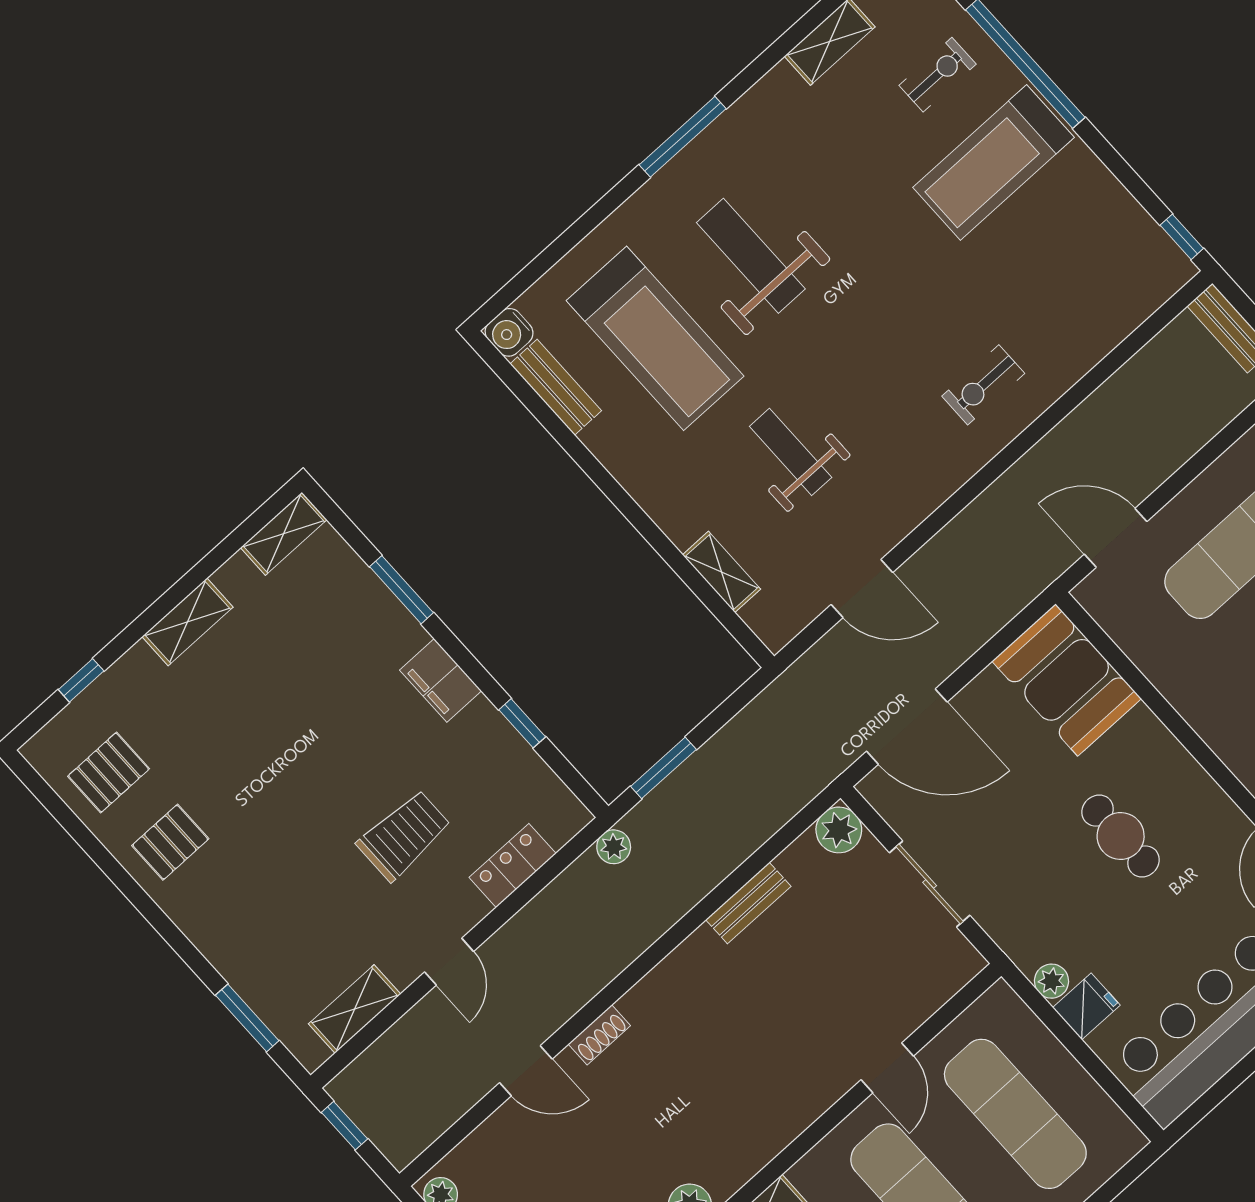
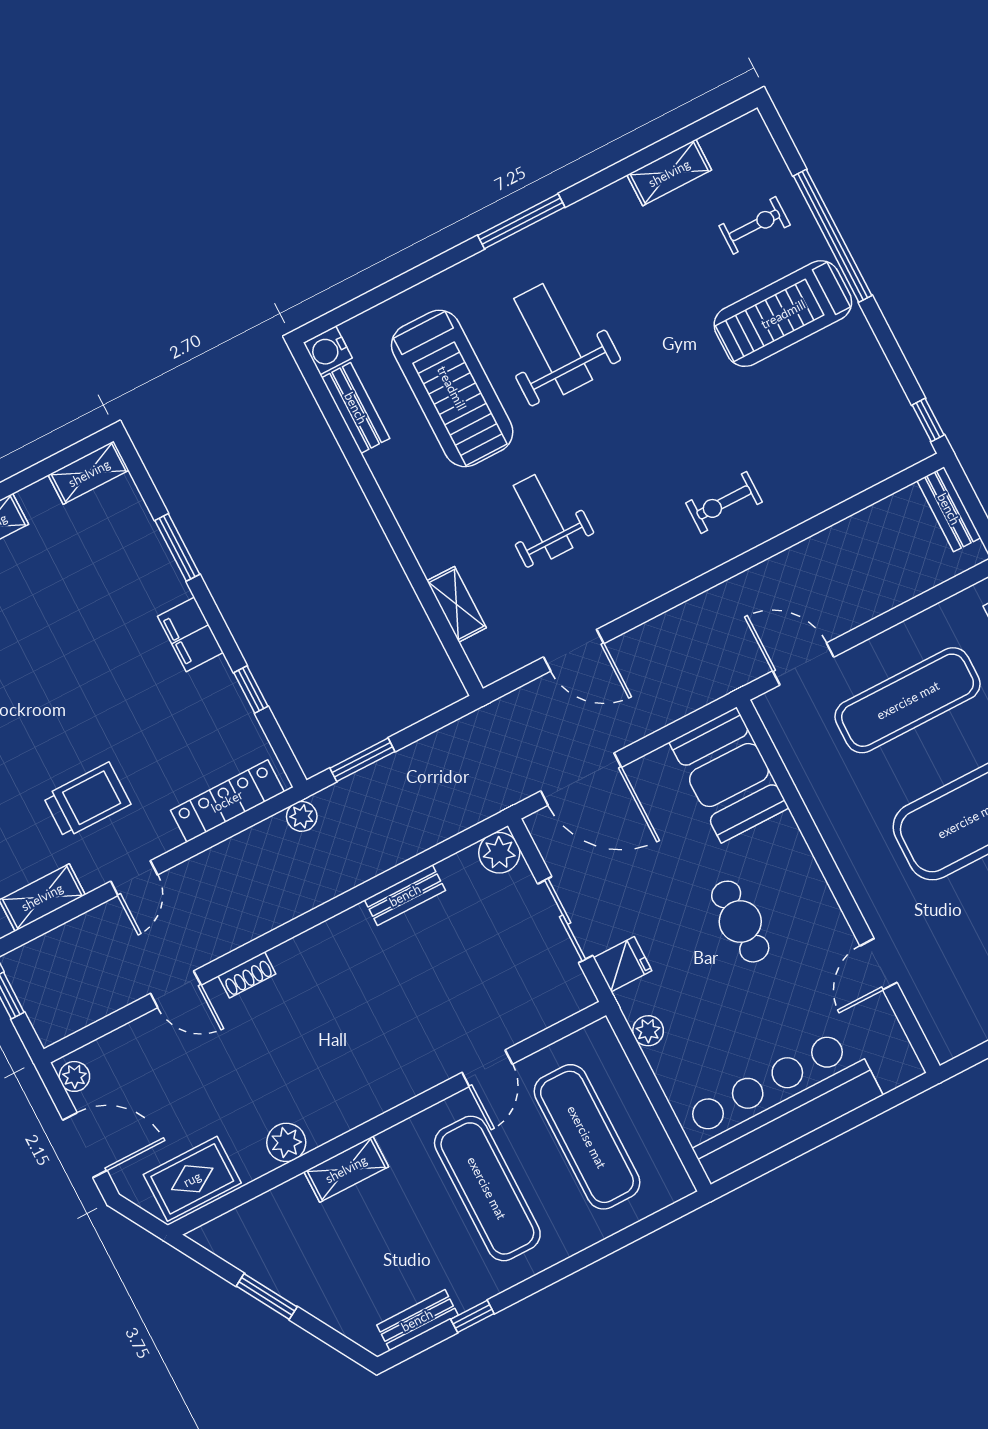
trolley: (404, 835) -> (87, 800), moved
locker: (513, 866) -> (227, 801), width x1.53
fridge: (1086, 1006) -> (623, 964), moved

